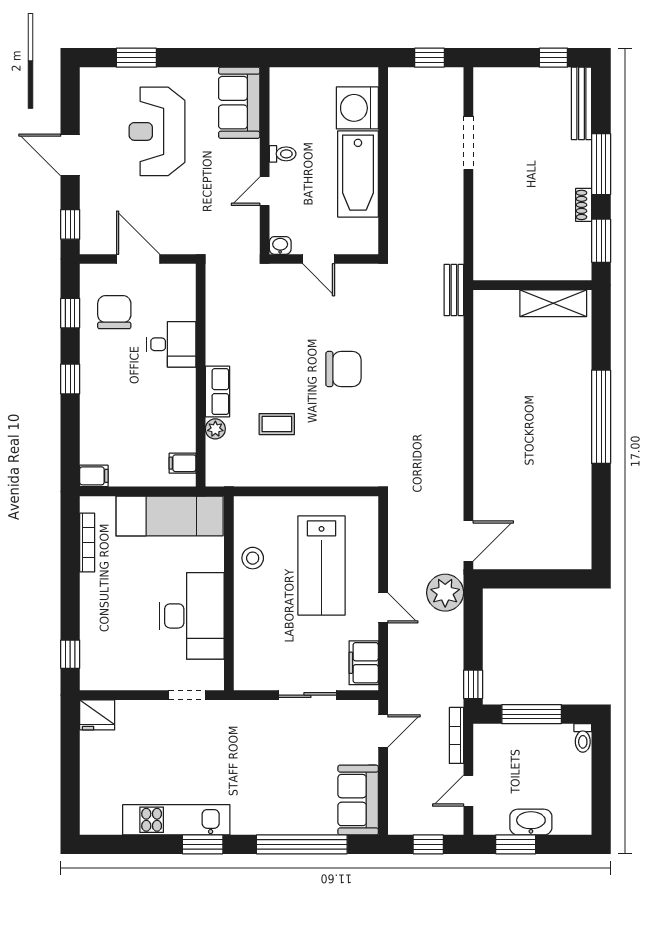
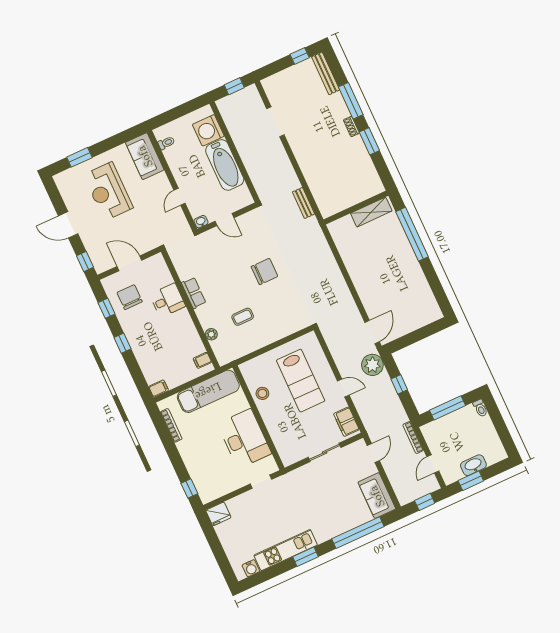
toilet: (283, 154) -> (166, 143), moved
wall: (532, 285) -> (356, 208), moved
shelving: (553, 303) -> (371, 212), moved
row of seats: (217, 392) -> (194, 293), moved
window: (473, 684) -> (399, 384), moved
water cooler: (109, 823) -> (251, 568), added

